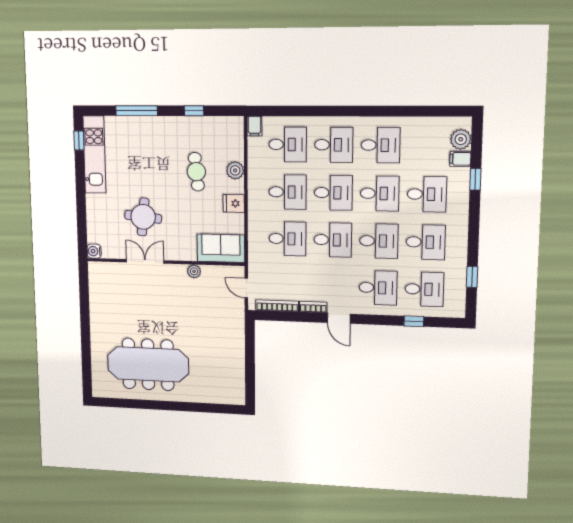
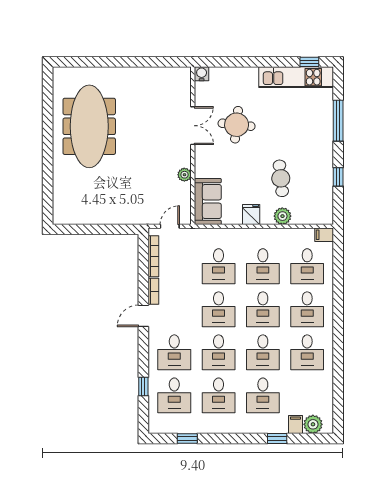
cafe table: (196, 172) -> (281, 178), turned 90

